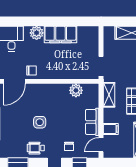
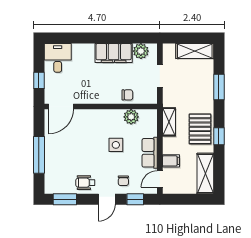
plant: (37, 33) -> (141, 51), moved
doorway: (101, 66) -> (160, 76), moved
chair: (32, 71) -> (127, 95), moved
side table: (40, 122) -> (116, 145), moved

